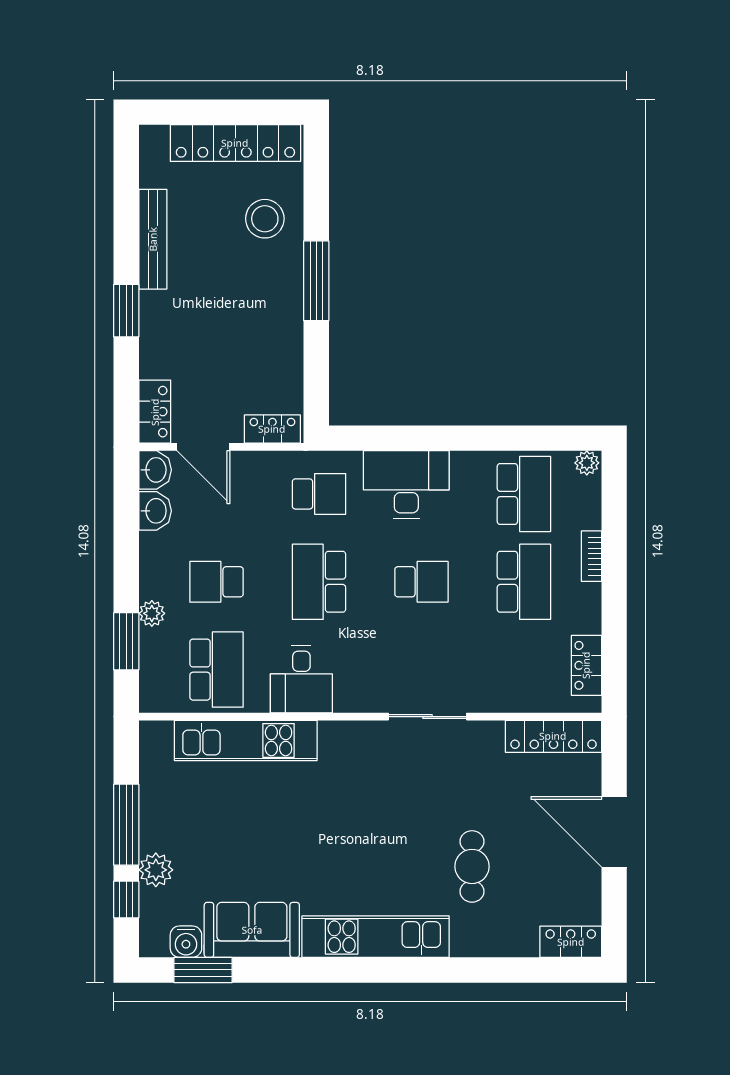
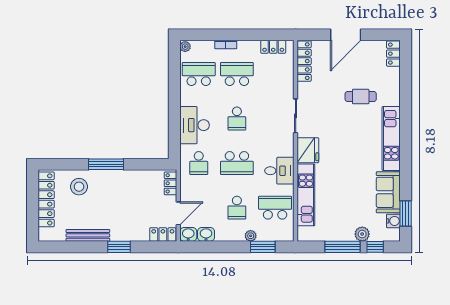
school desk: (319, 494) -> (199, 163), turned 180
school desk: (421, 582) -> (237, 119), turned 180
fridge: (349, 745) -> (308, 150), added

